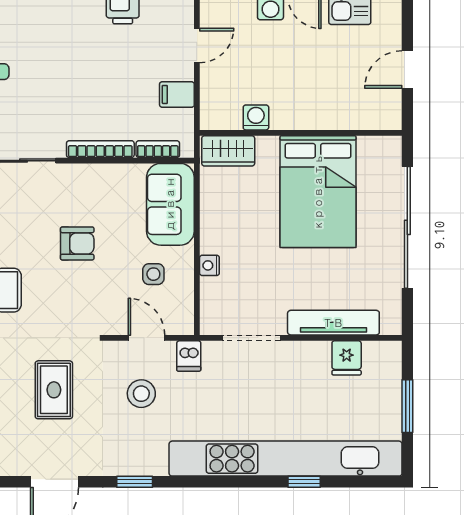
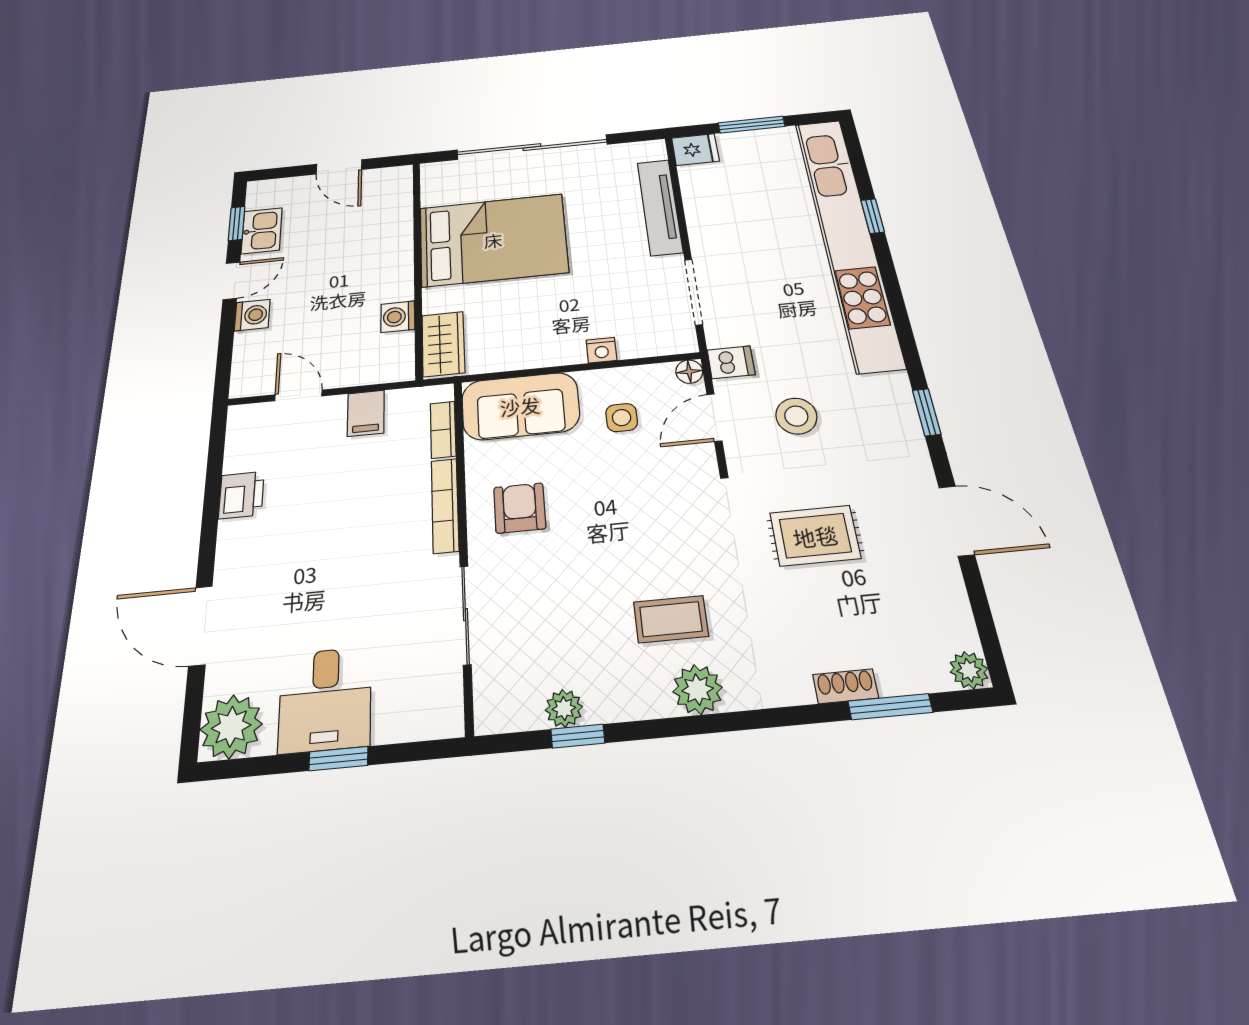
armchair: (77, 243) -> (520, 508), moved
floor lamp: (185, 326) -> (689, 372), added
fridge: (347, 358) -> (695, 150), moved

